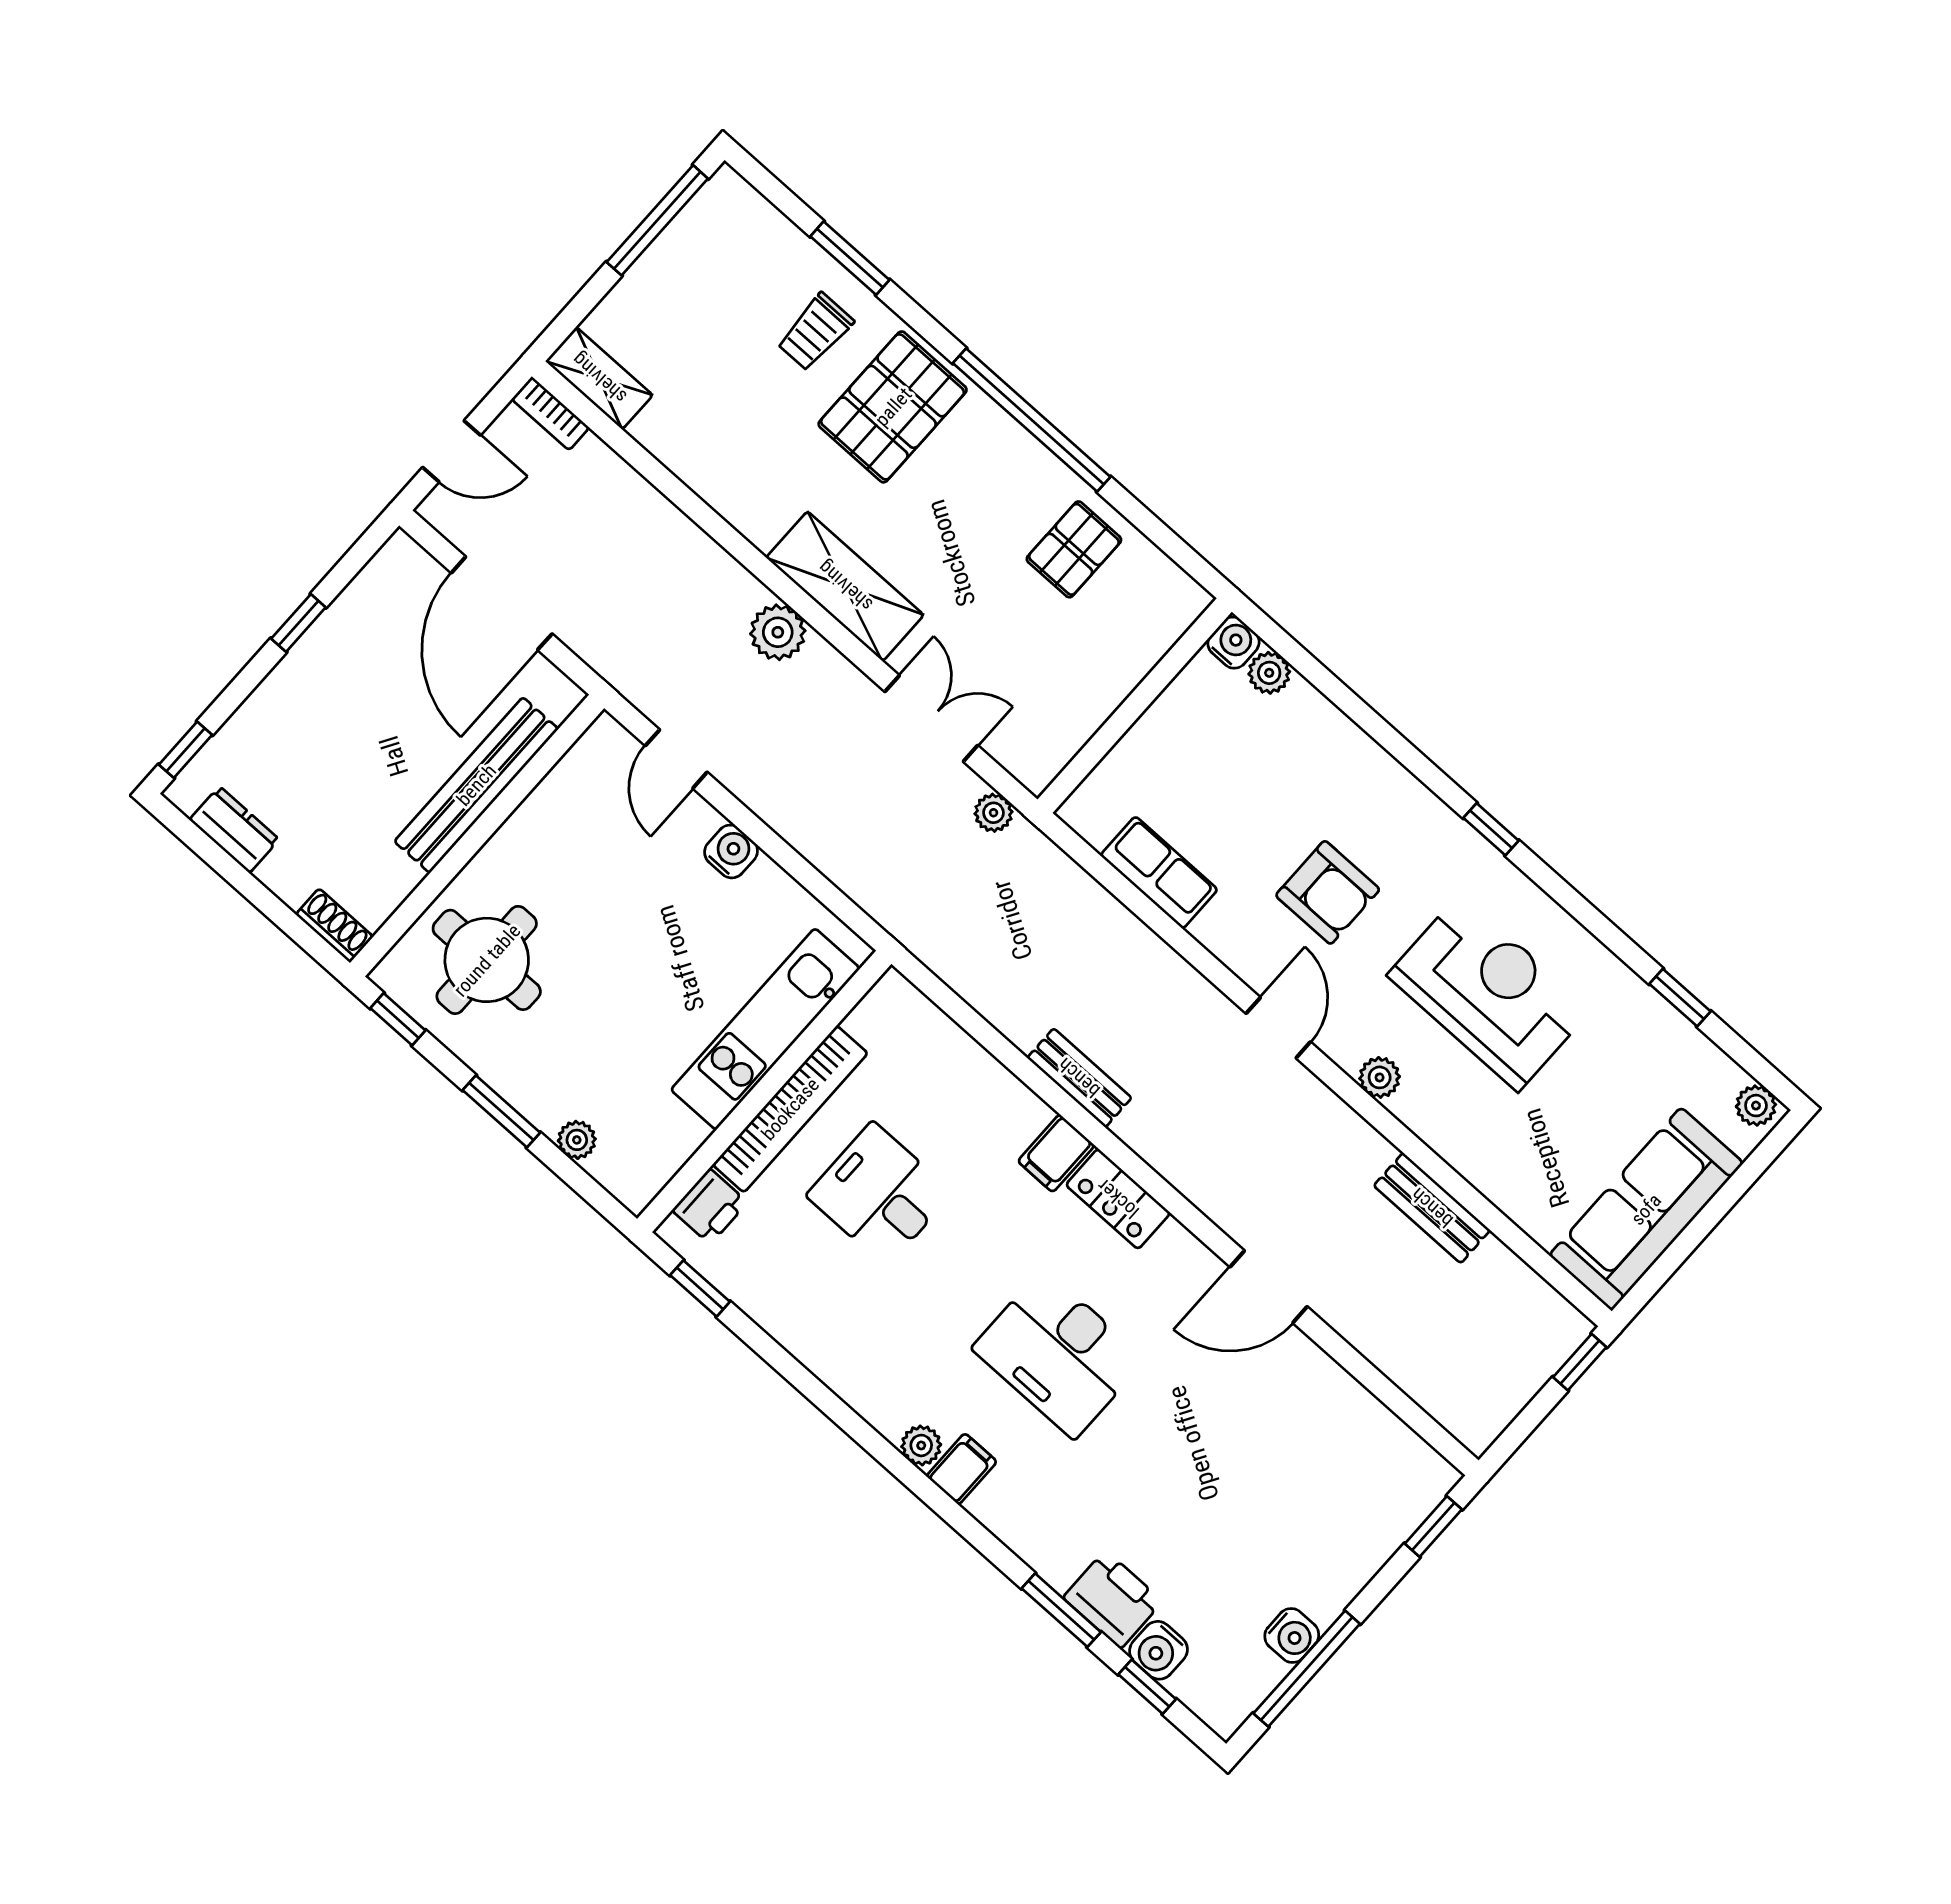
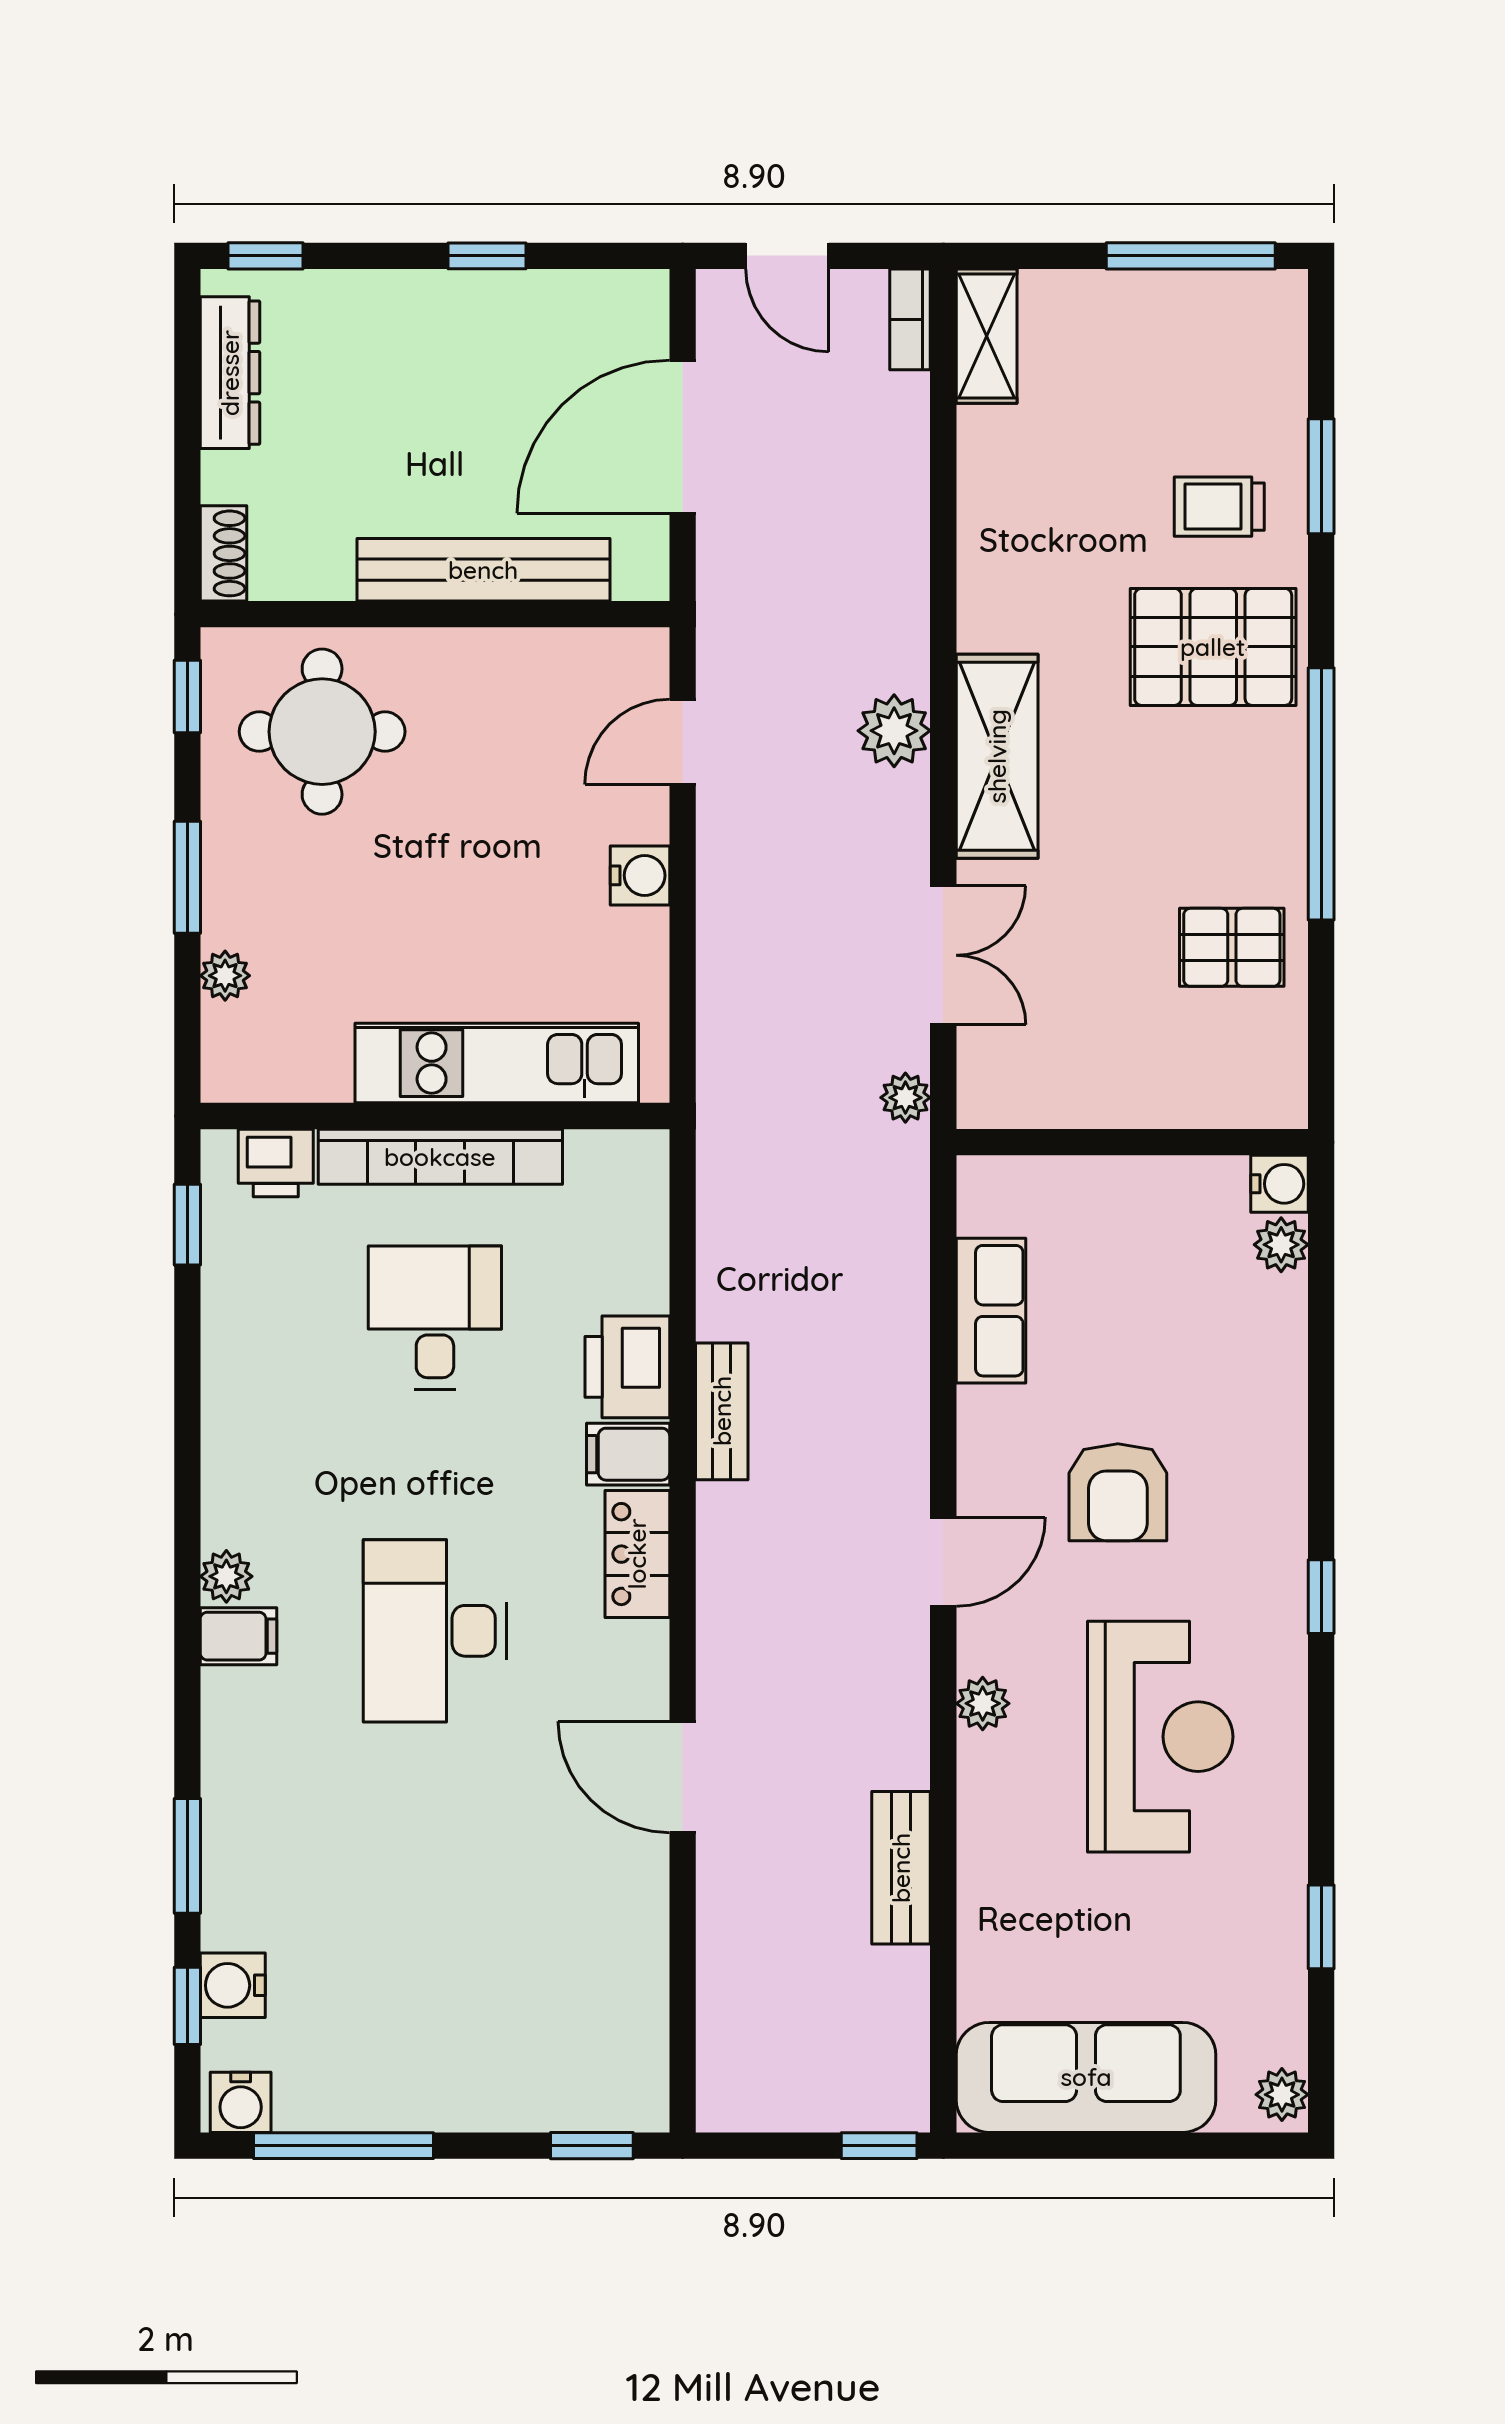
dresser: (234, 830) -> (230, 373), width x1.44
printer: (1113, 1600) -> (627, 1367), moved, turned 180
water cooler: (1292, 1636) -> (241, 2102), moved

